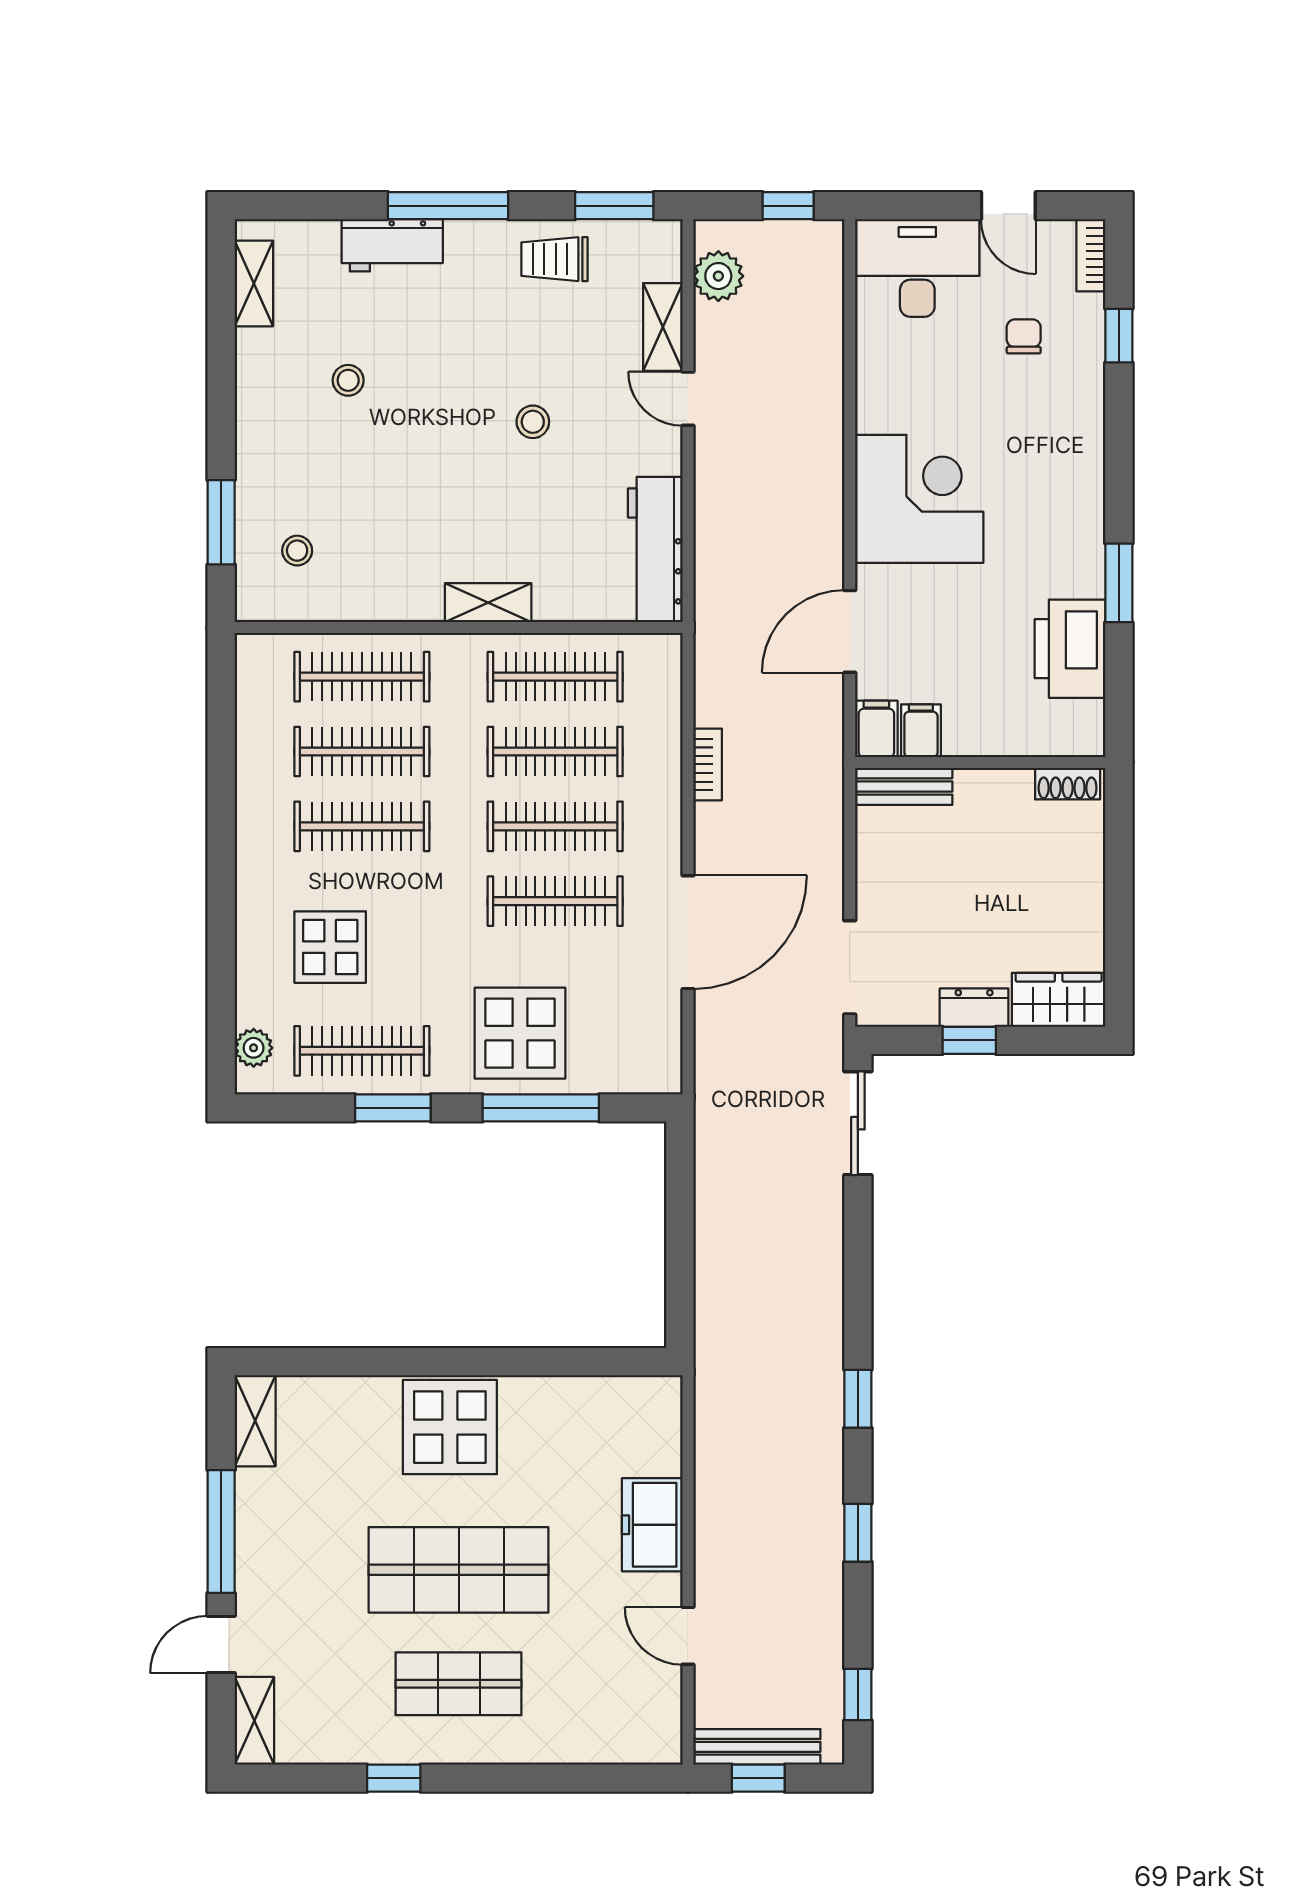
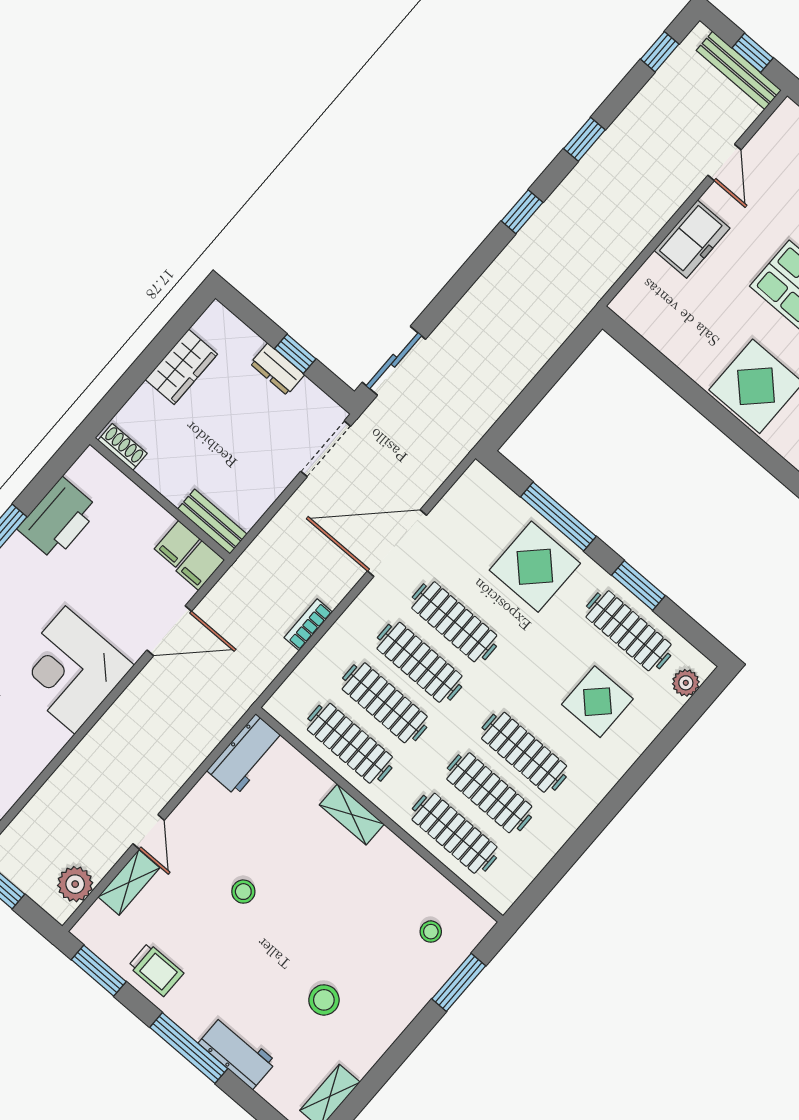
stool: (348, 380) -> (324, 1000), width x1.37, depth x1.37
workbench: (655, 550) -> (246, 755), width x0.73
wardrobe: (1059, 1000) -> (181, 367), moved, turned -90

